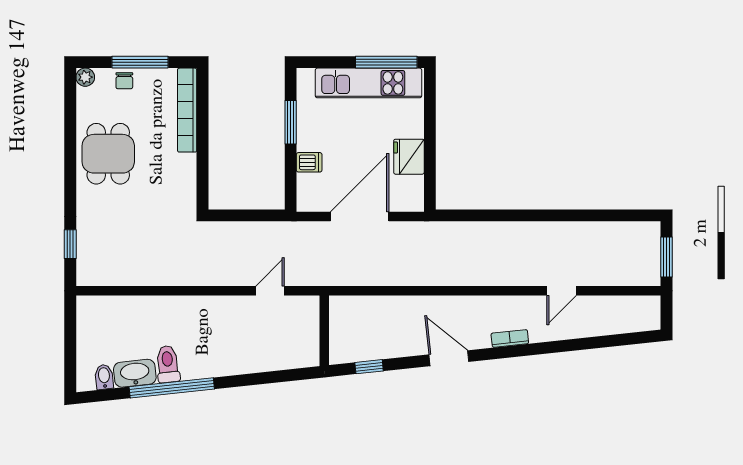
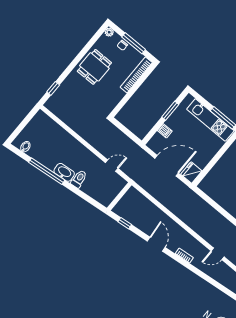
fridge: (409, 157) -> (191, 173), moved
toilet: (168, 364) -> (79, 179), moved
washbasin: (135, 373) -> (64, 172), moved

